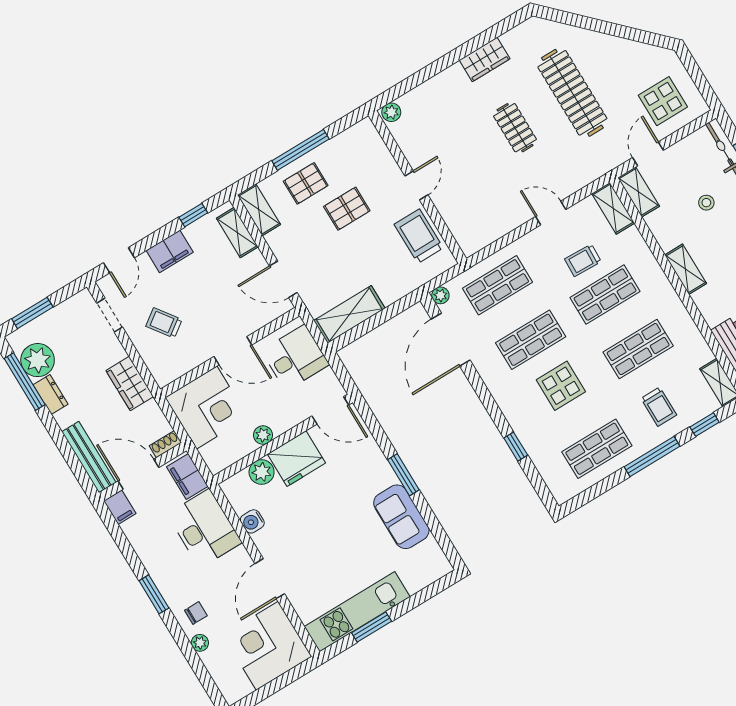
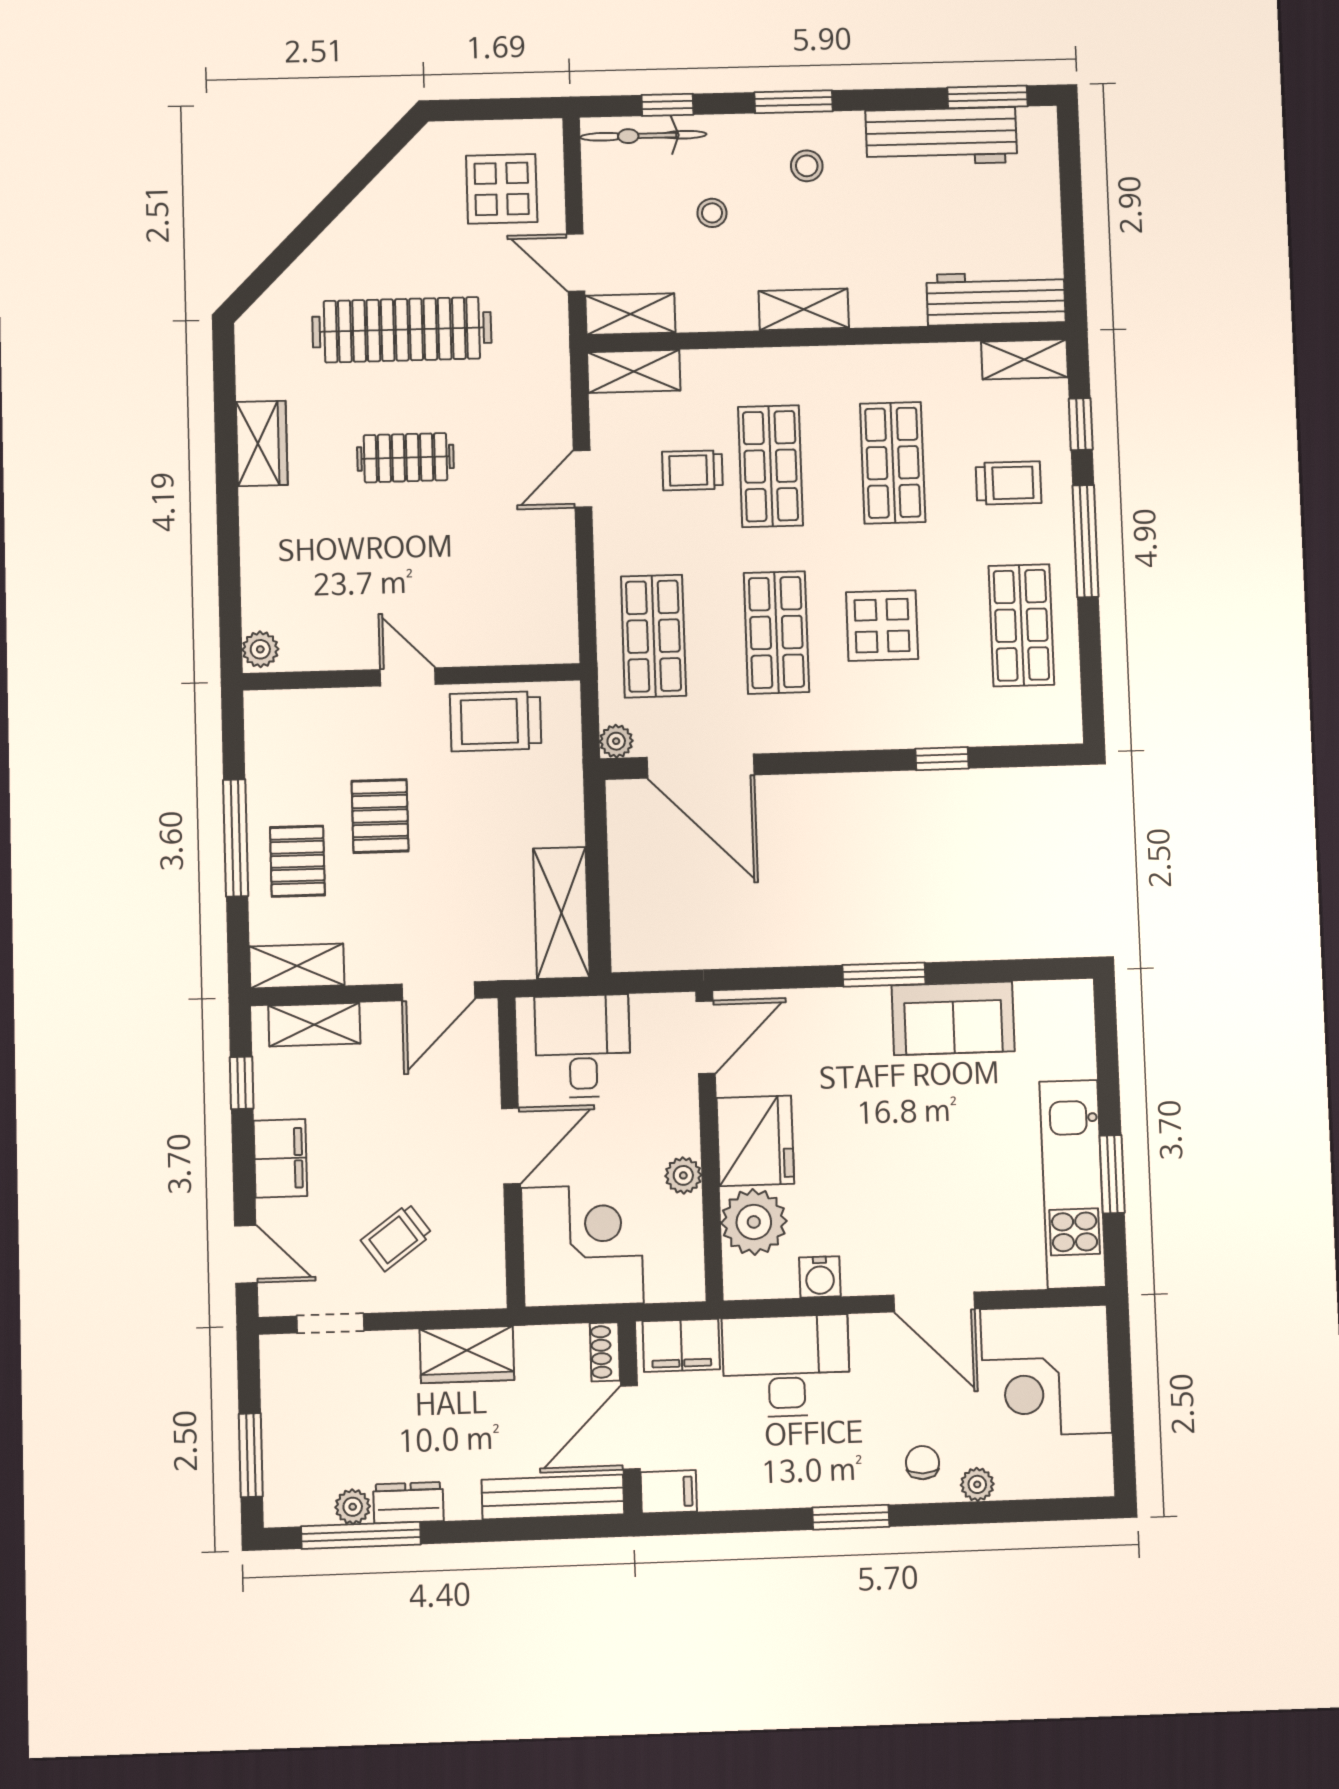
trolley: (583, 260) -> (692, 470), turned 88
plant: (38, 360) -> (353, 1507), width x0.53, depth x0.53
plant: (262, 472) -> (754, 1222), width x1.36, depth x1.36

